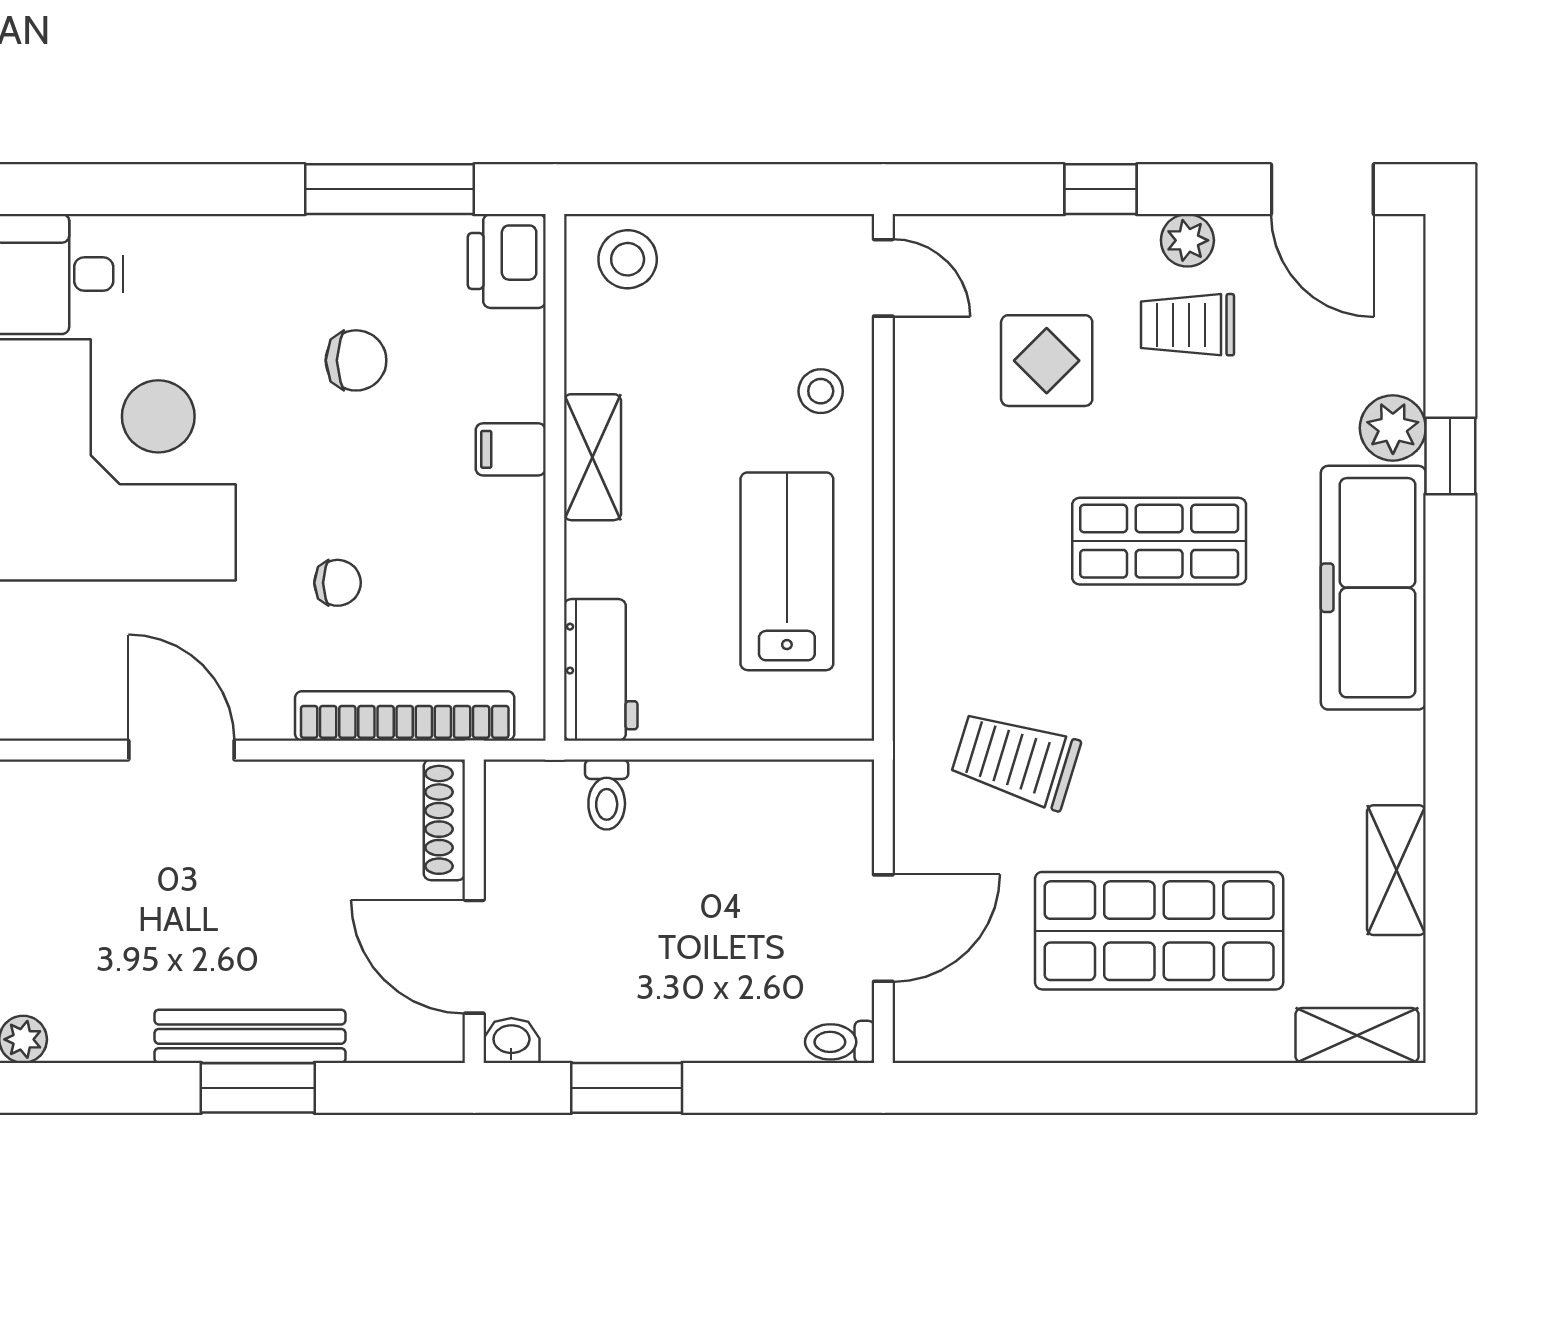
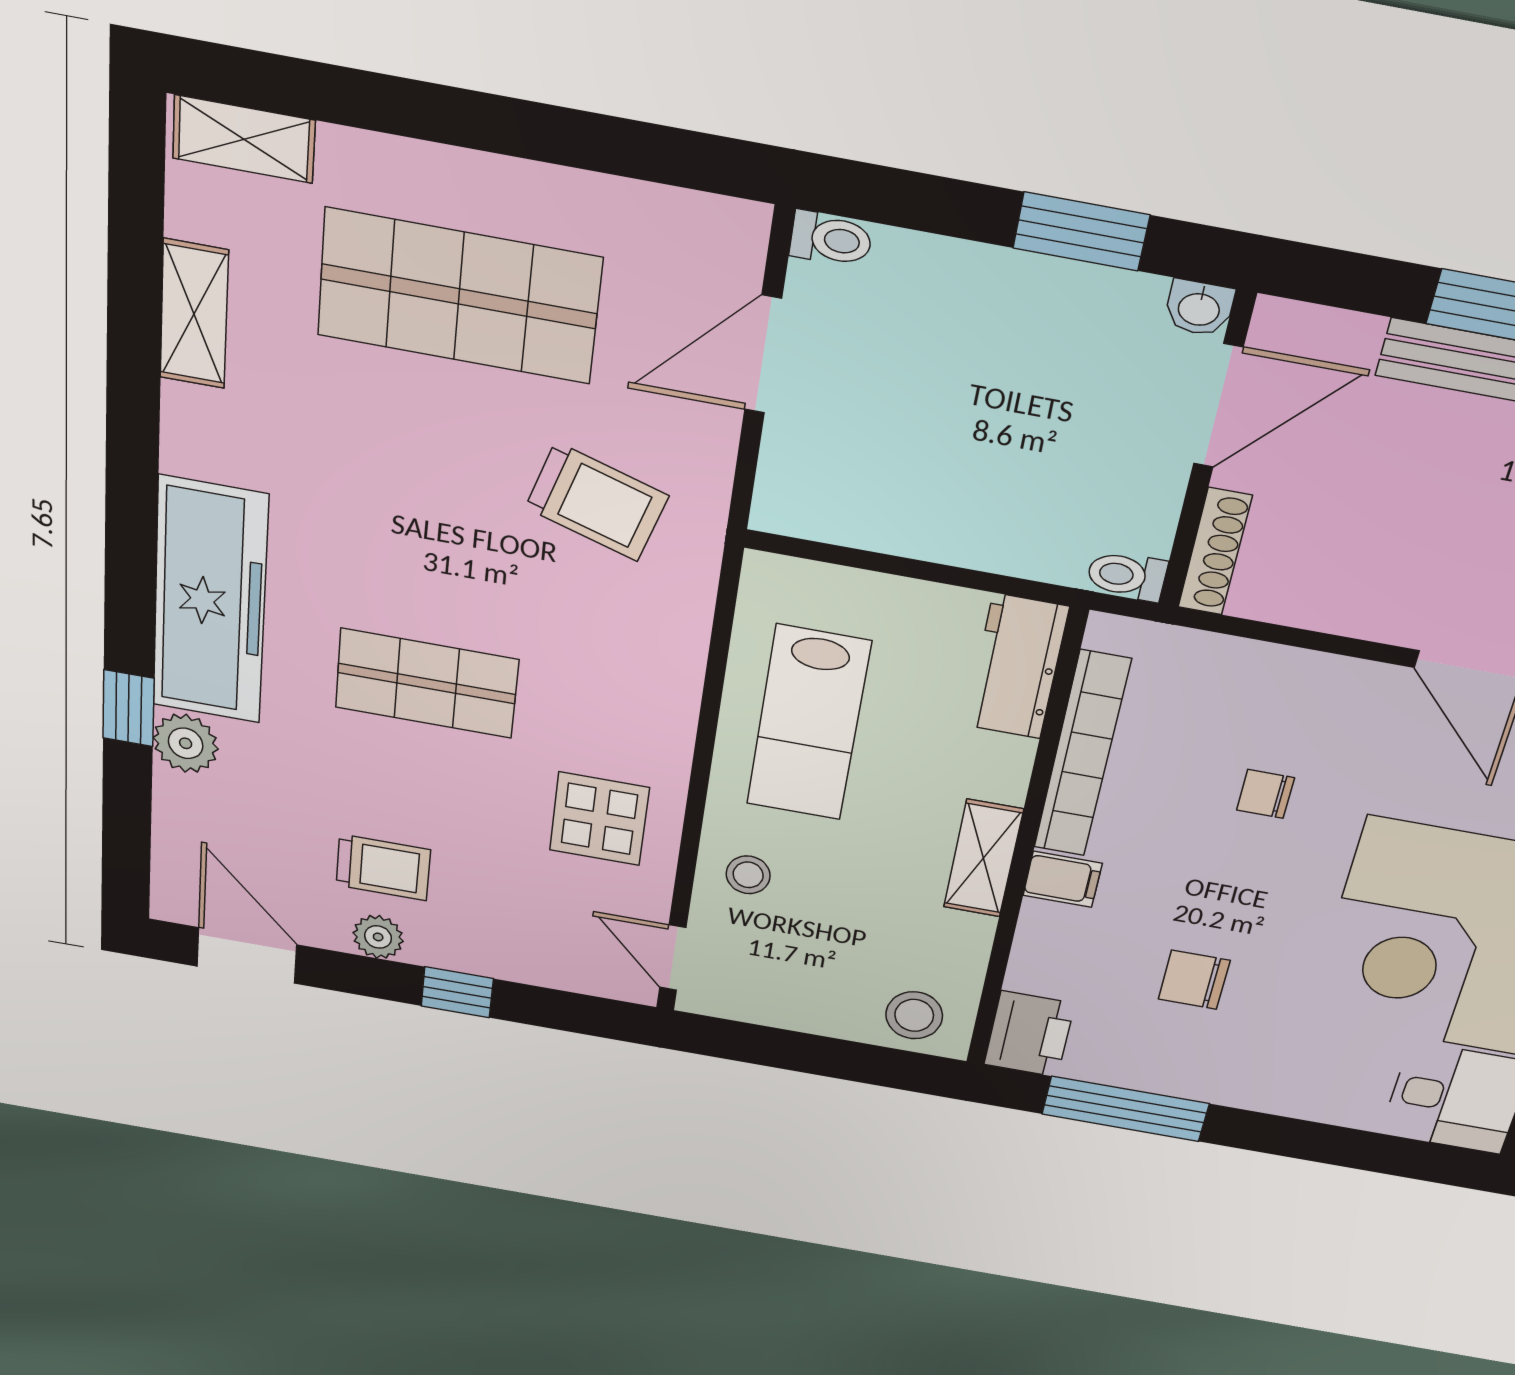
display table: (1047, 361) -> (599, 819), moved
bookcase: (405, 716) -> (1082, 755), moved, turned -90
toilet: (607, 795) -> (1127, 576), moved, turned -90
door: (474, 957) -> (1218, 406), hinge flipped

